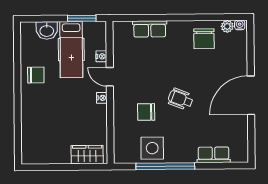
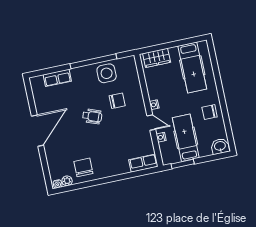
row of seats: (150, 29) -> (143, 163), moved
washbasin: (47, 31) -> (220, 146), moved
hospital bed: (46, 134) -> (192, 67), added

